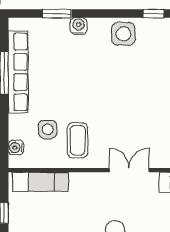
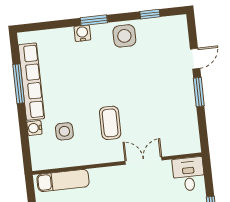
window: (57, 13) -> (94, 20), moved
coffee table: (78, 140) -> (110, 123), moved
water cooler: (16, 148) -> (34, 128), moved

